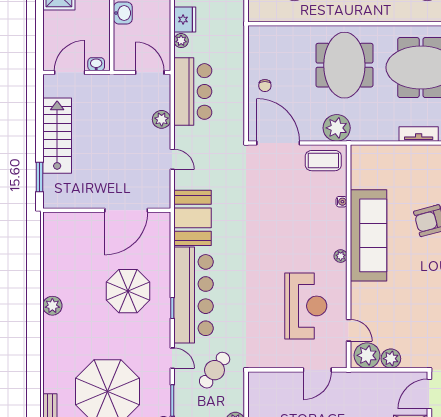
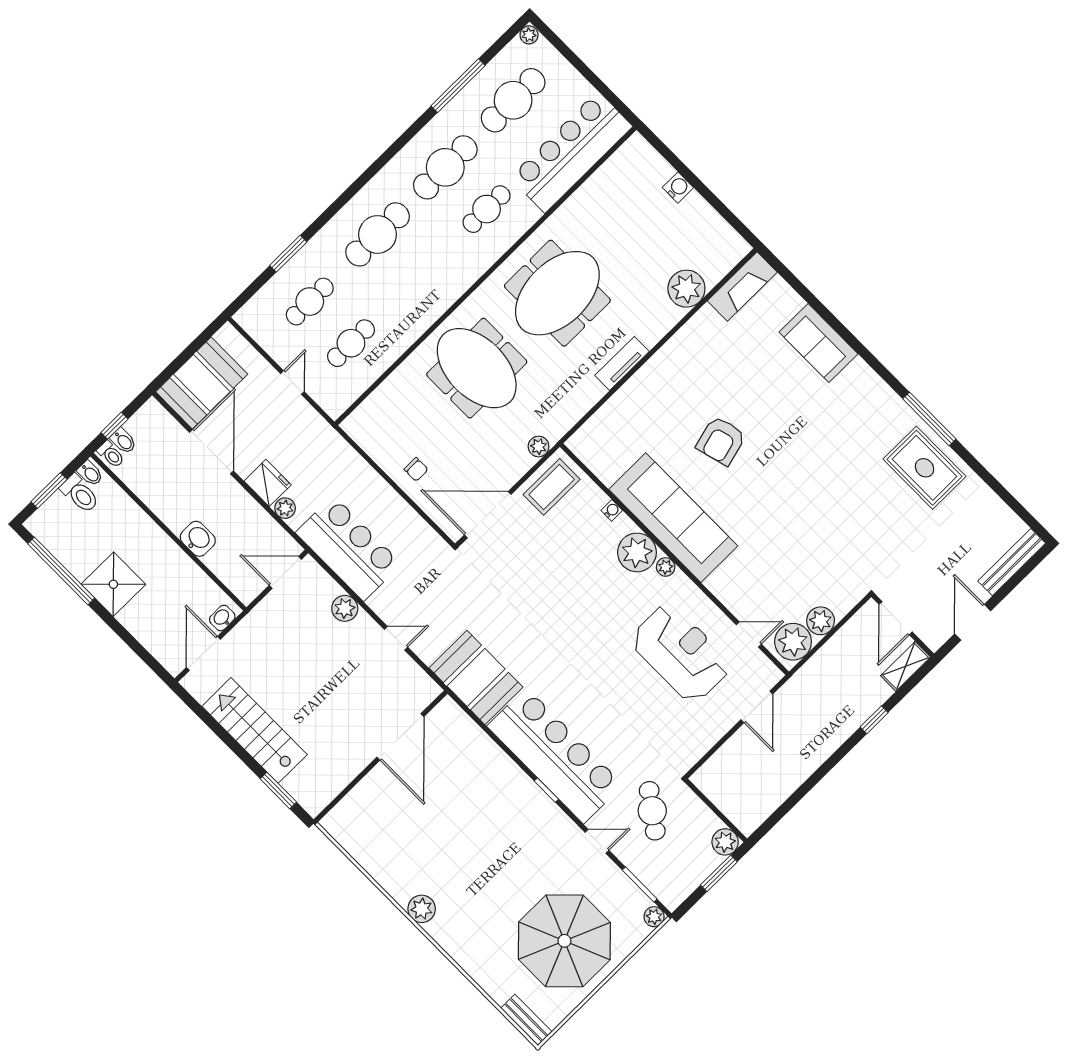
plant: (337, 128) -> (539, 446), width x0.53, depth x0.53
plant: (334, 235) -> (637, 552), added
parasol: (128, 291) -> (484, 818), removed

